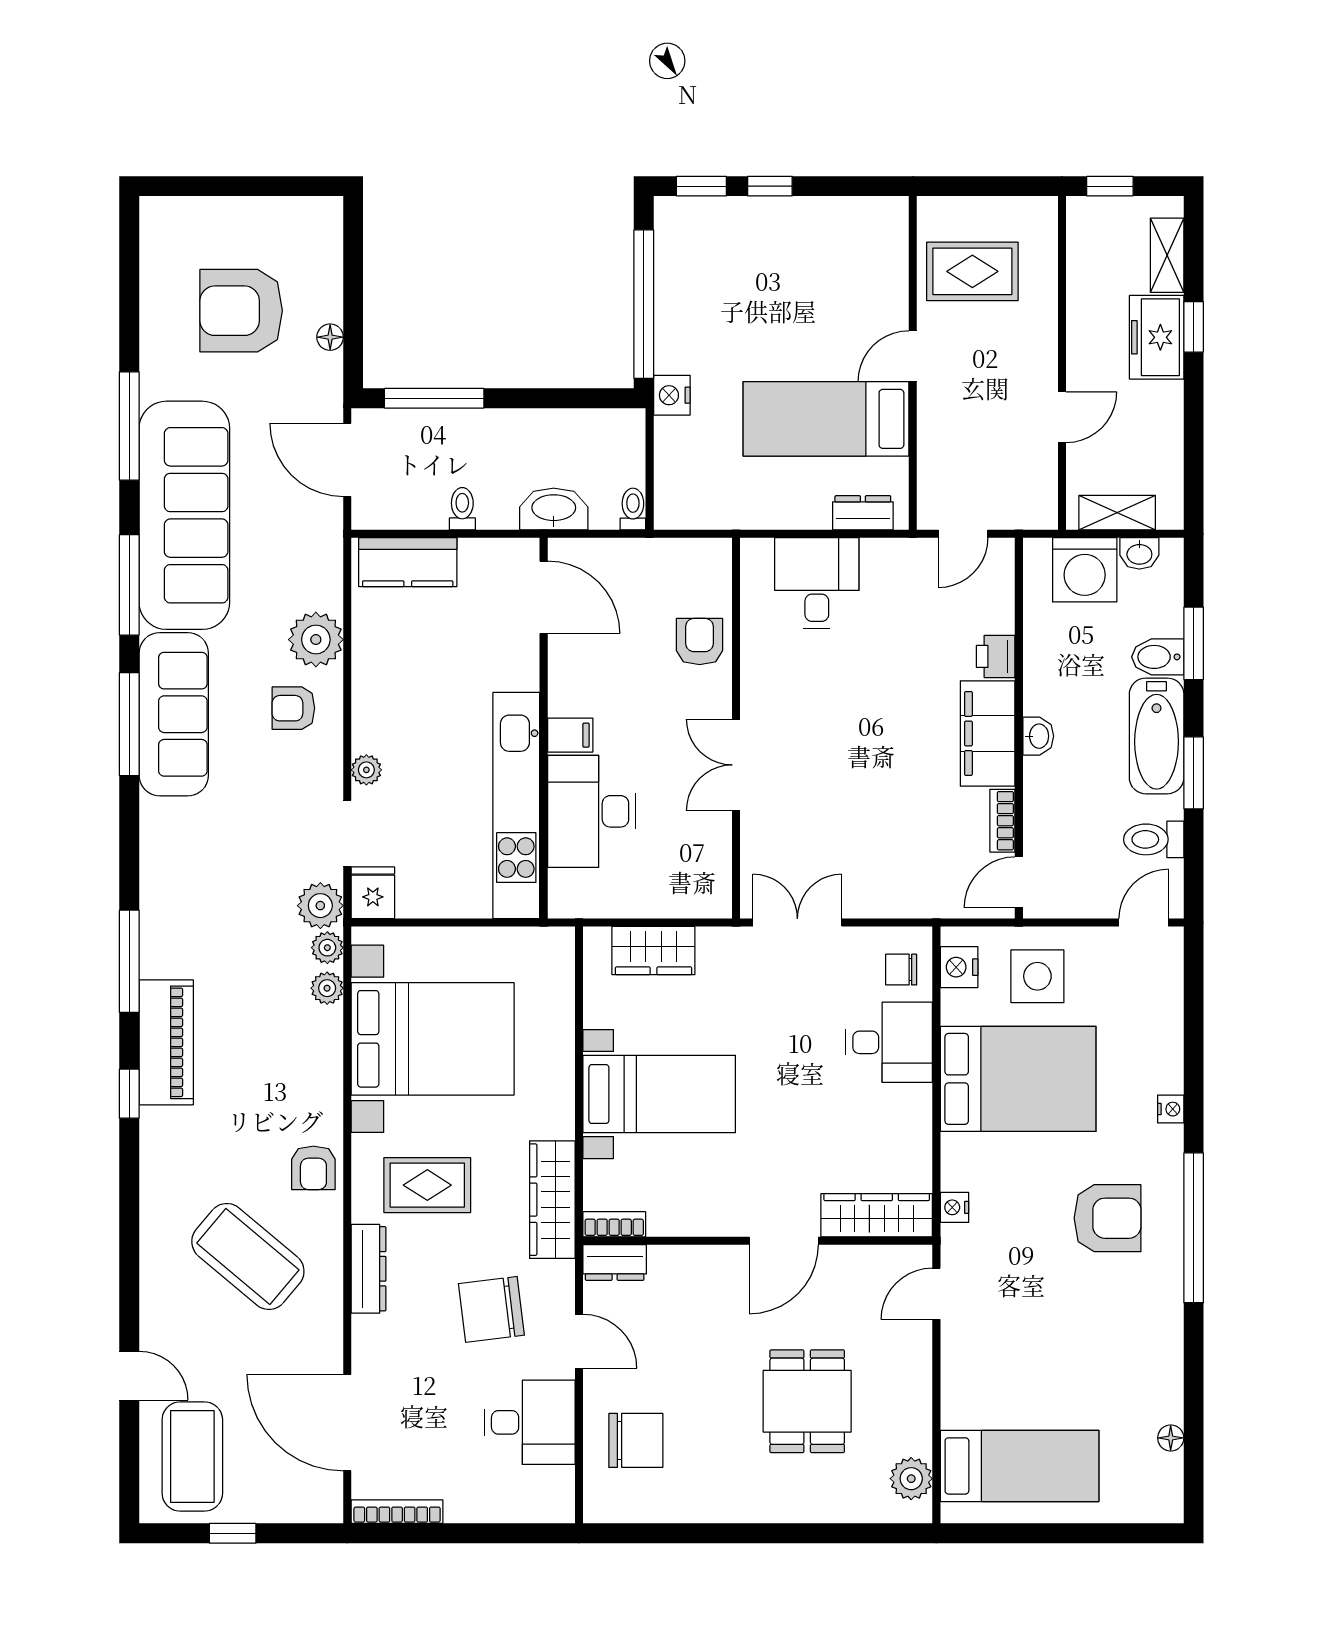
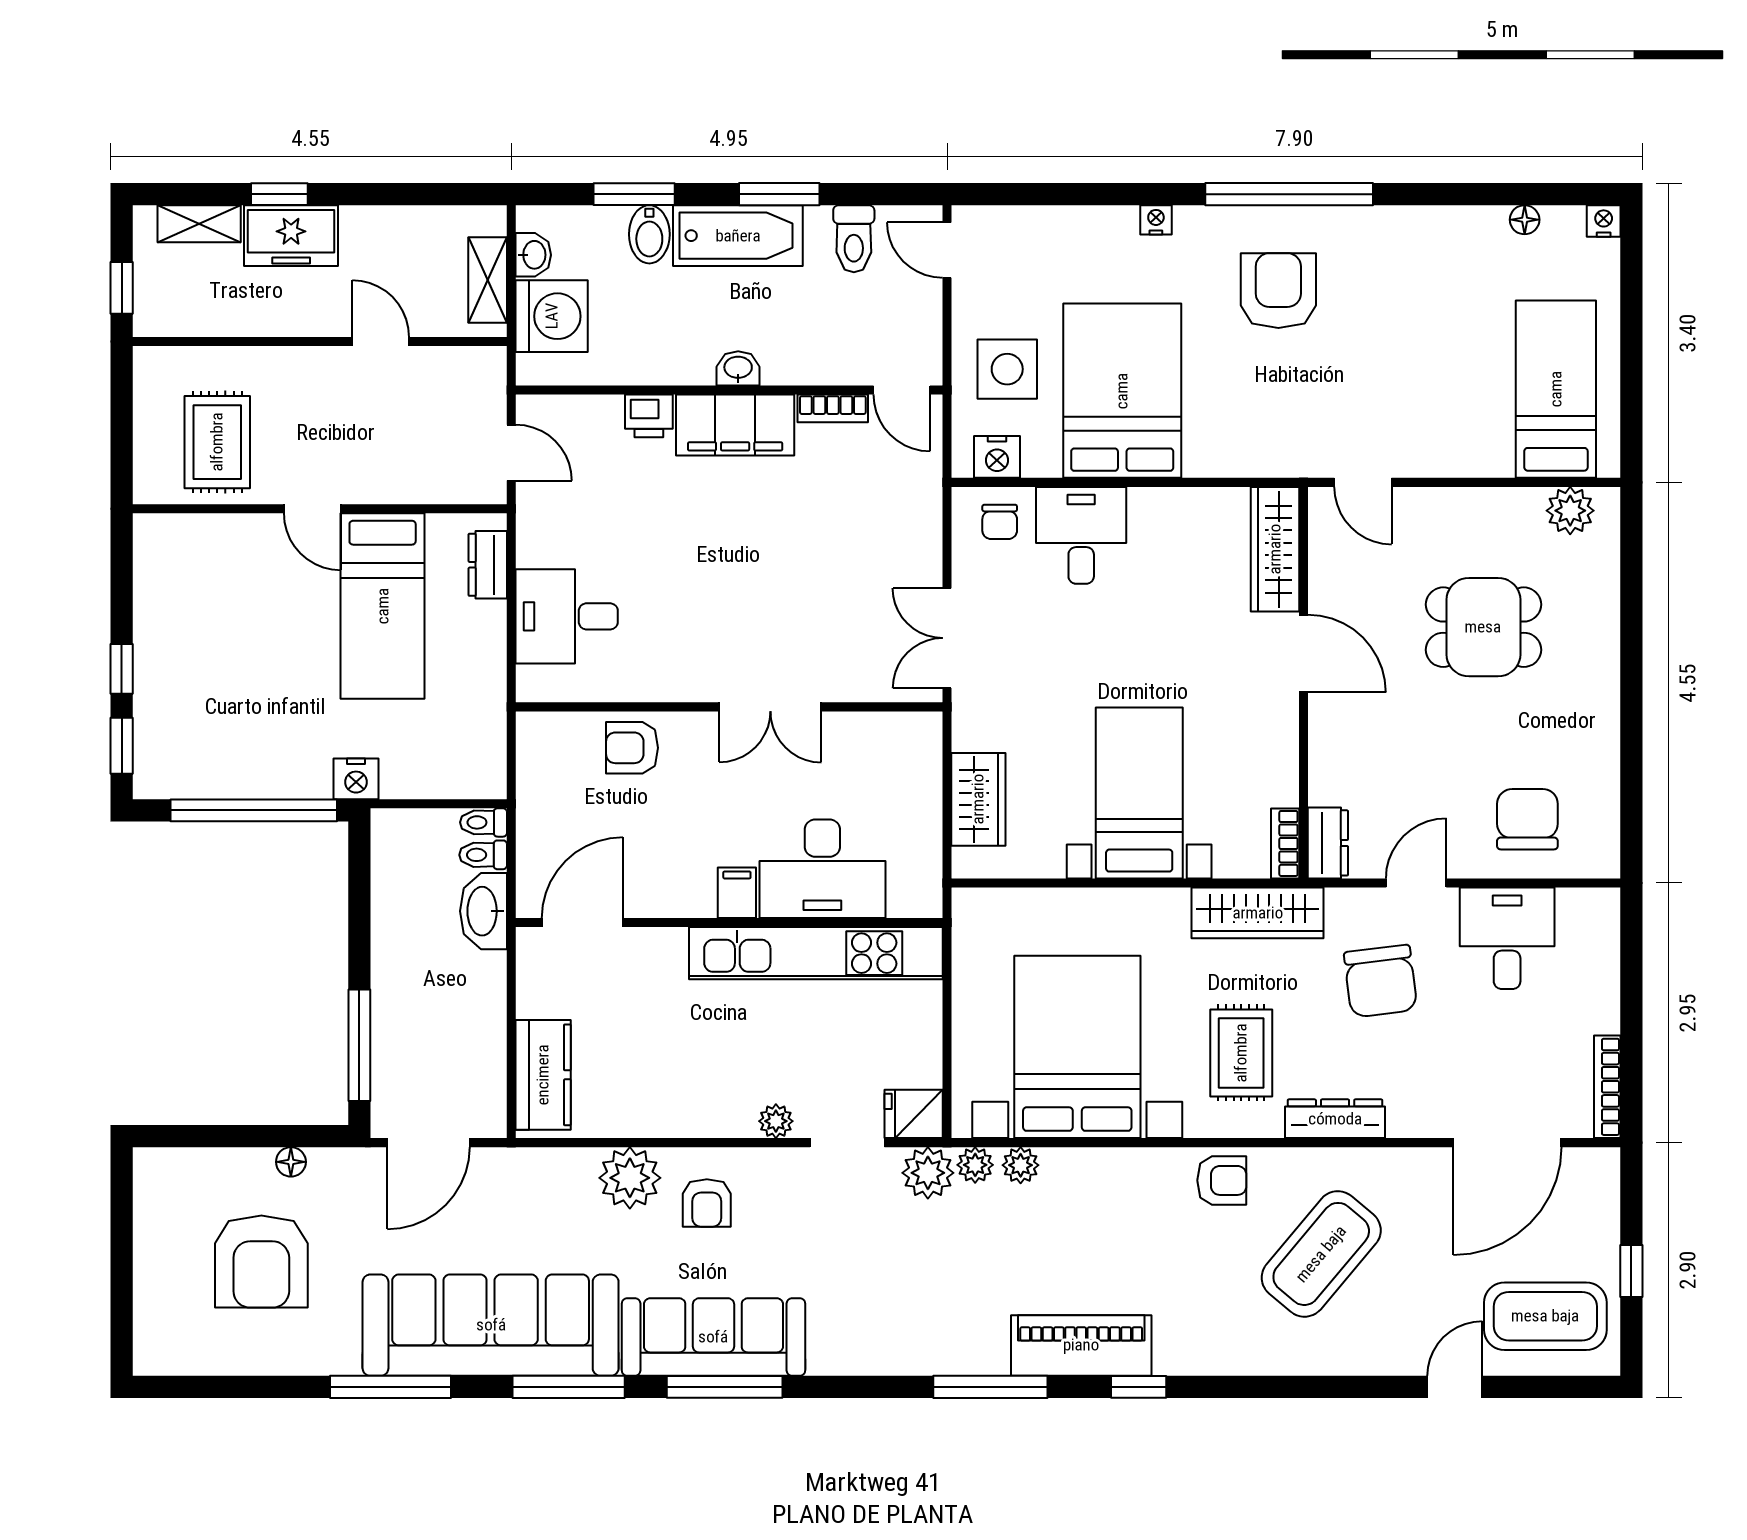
toilet: (462, 509) -> (483, 855), moved
nightstand: (954, 1207) -> (1604, 221), moved, turned 180

